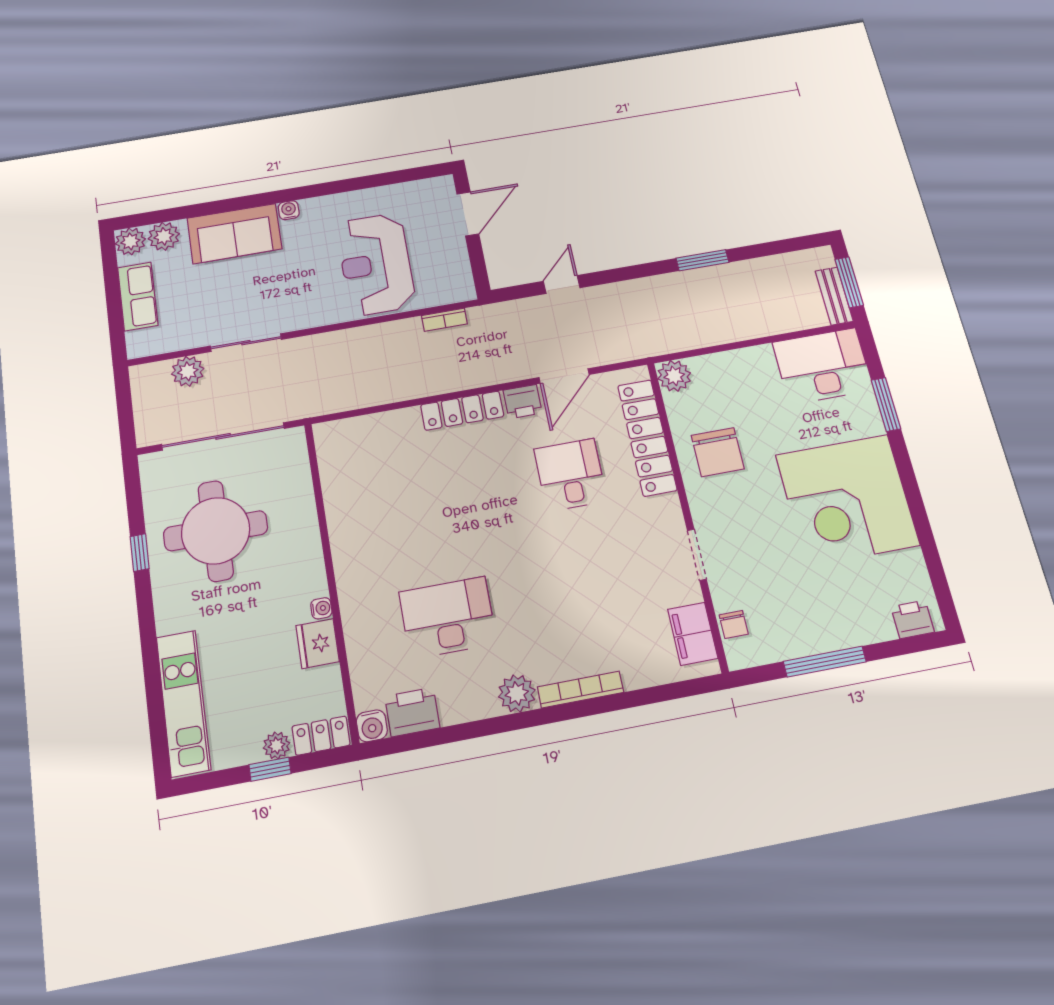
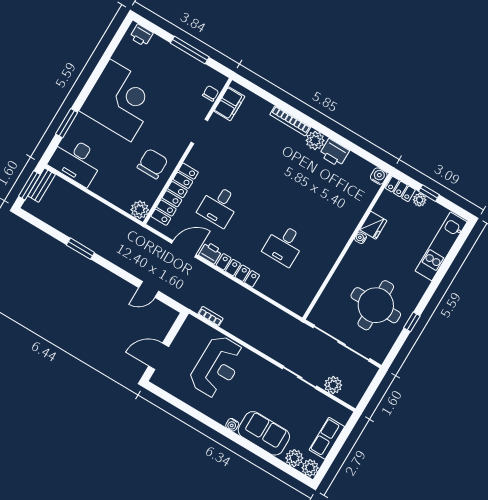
desk: (448, 618) -> (284, 245), moved, width x0.73
printer: (412, 712) -> (334, 153), moved

